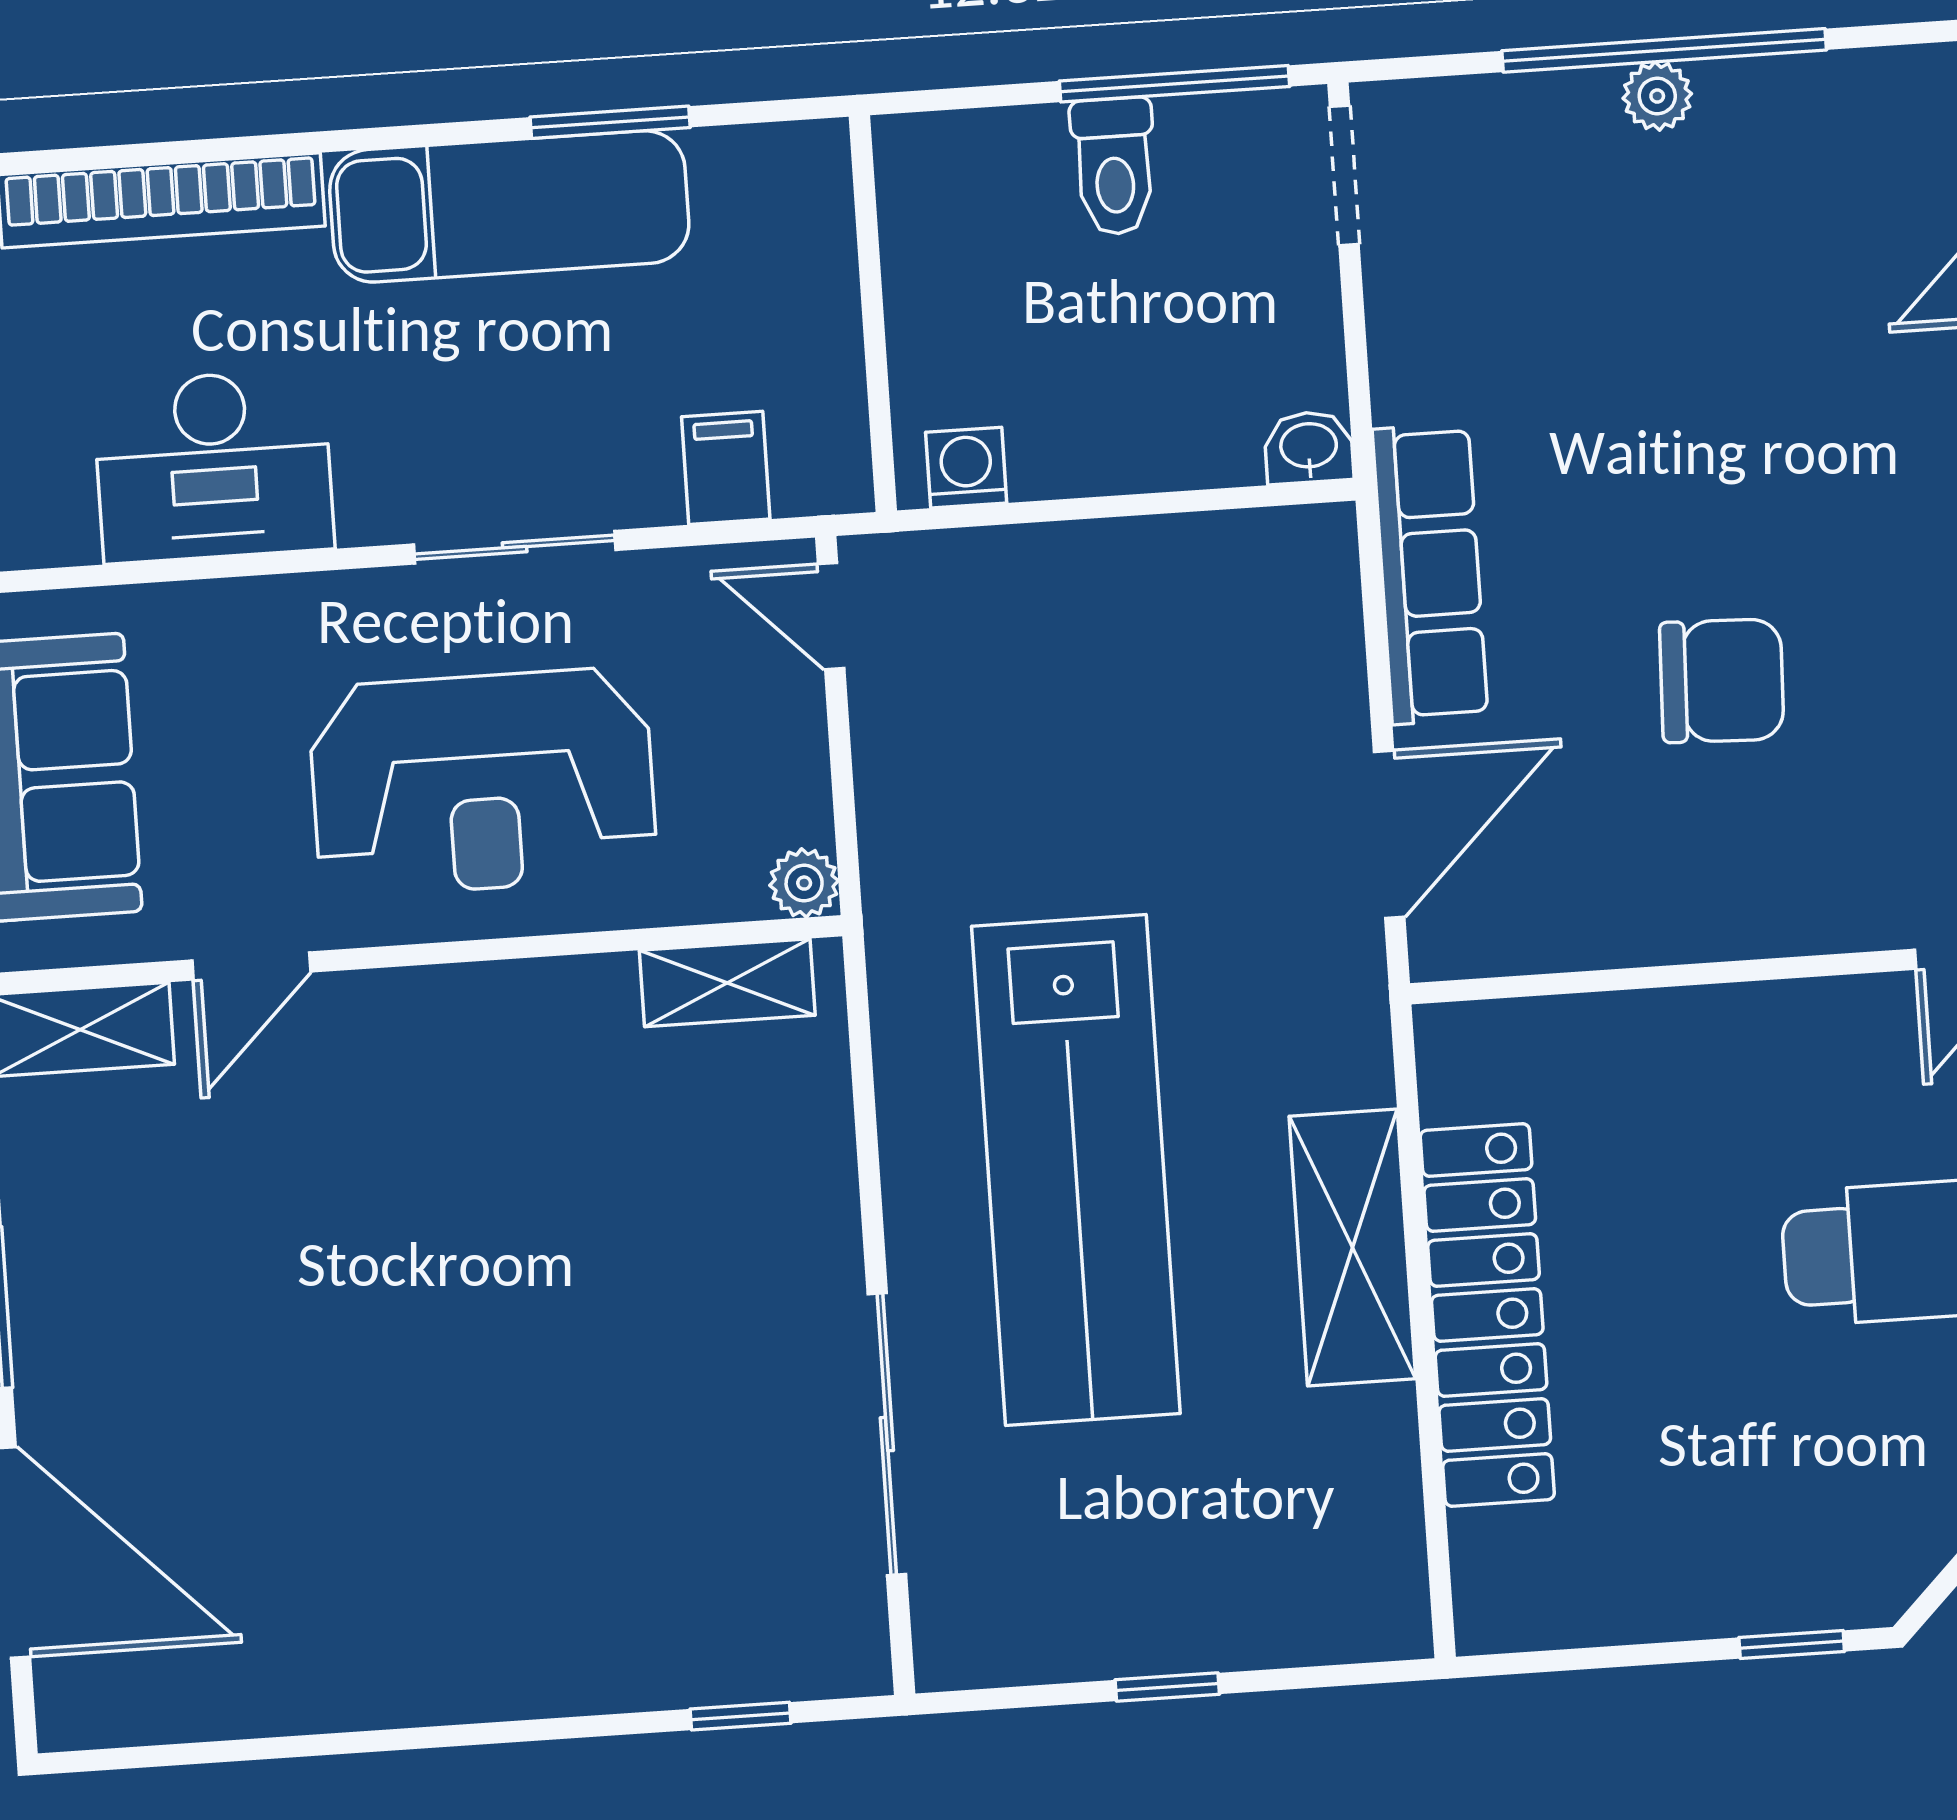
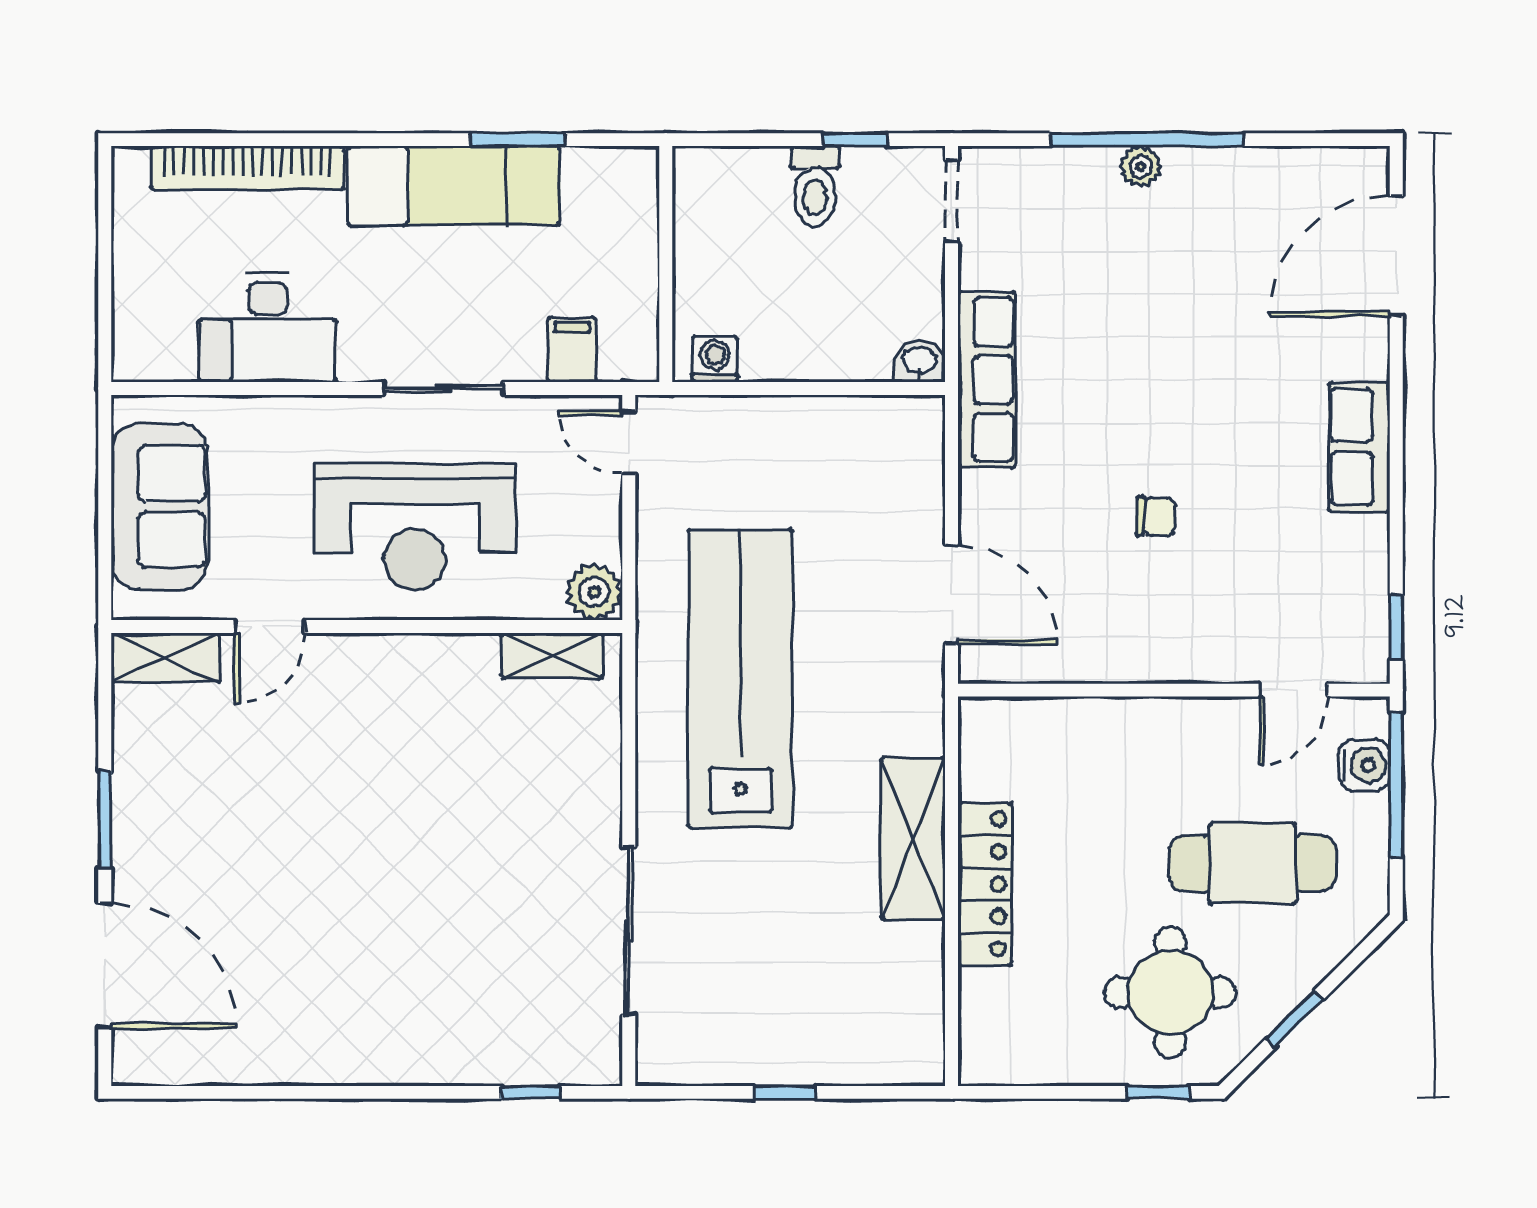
window: (1175, 84) -> (854, 140), width x0.46
row of seats: (1430, 574) -> (987, 380), moved
chair: (1722, 681) -> (1156, 517), width x0.54, depth x0.54
door: (1389, 834) -> (952, 594), hinge flipped
plant: (804, 883) -> (594, 592), width x1.38, depth x1.38
lab bench: (1076, 1170) -> (740, 679), moved, turned 180
locker: (1487, 1315) -> (985, 884), width x0.71, depth x0.83
round table: (1801, 1476) -> (1170, 992), added

